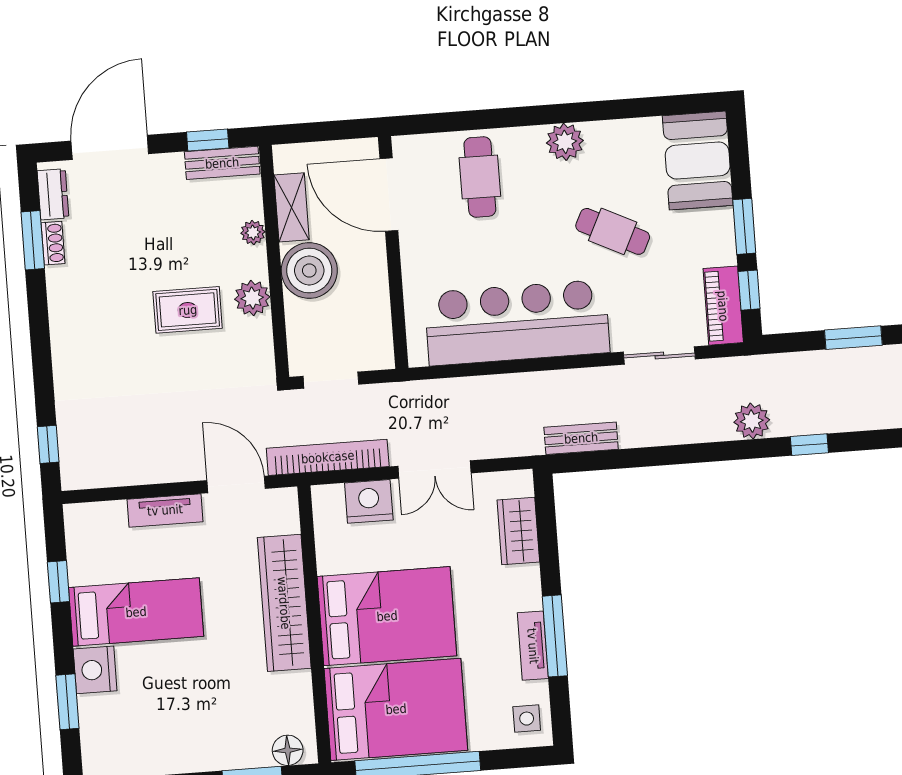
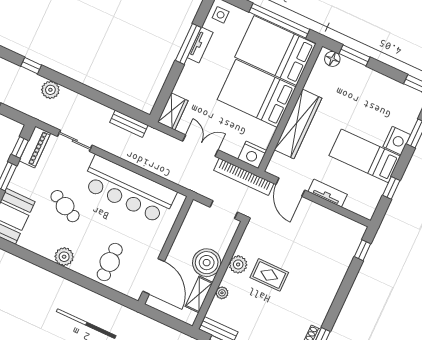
nightstand: (369, 501) -> (252, 155), moved
wardrobe: (518, 531) -> (173, 111), moved

